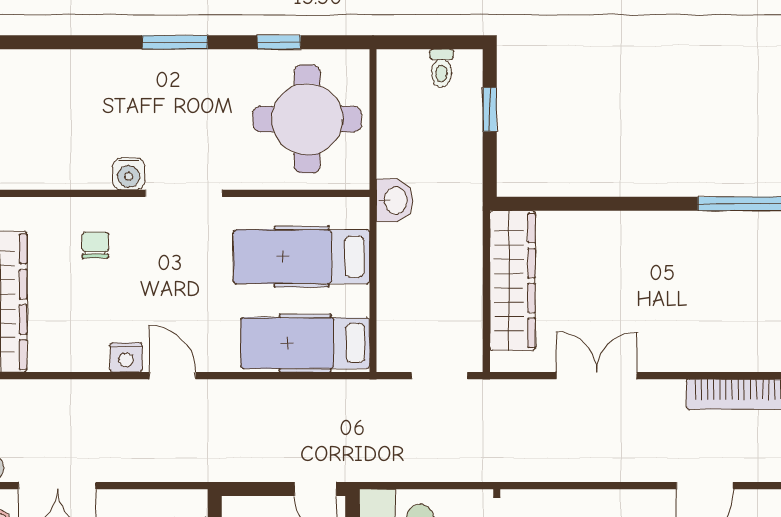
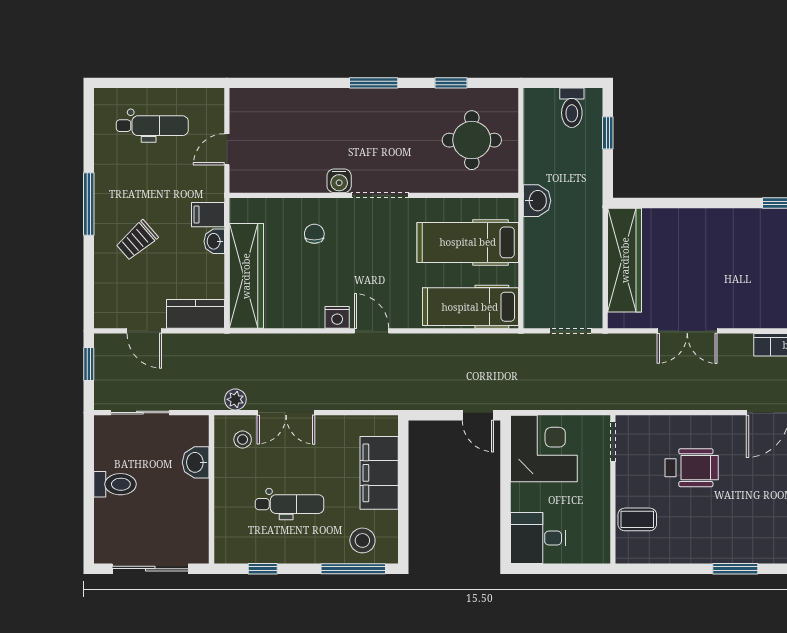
toilet: (442, 68) -> (572, 108), width x1.37, depth x1.39
round table: (307, 119) -> (472, 140), width x0.73, depth x0.73
double door: (597, 376) -> (687, 331), swing flipped

